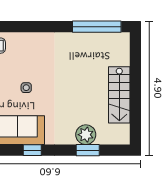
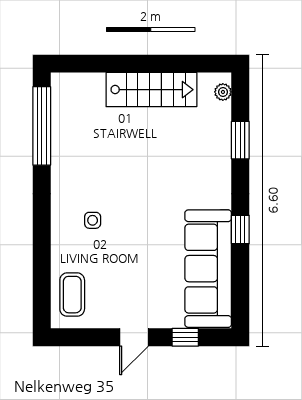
side table: (26, 88) -> (93, 220), moved
plant: (86, 135) -> (223, 92), moved, width x0.53, depth x0.53

